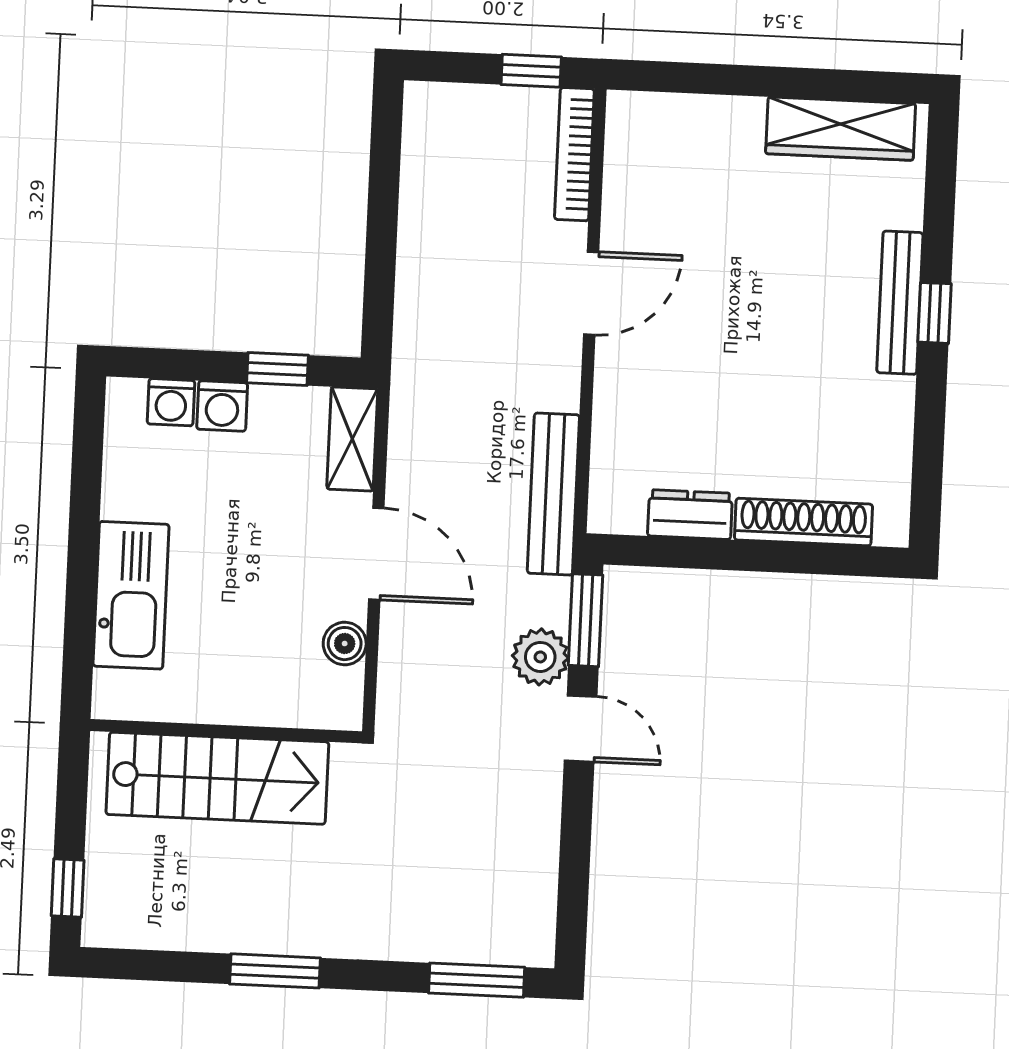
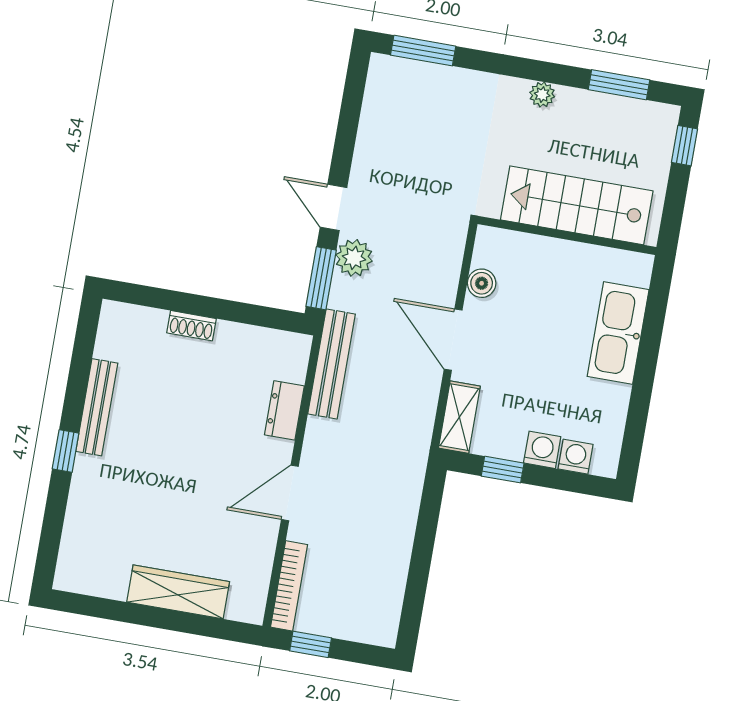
wardrobe: (841, 129) -> (178, 592), moved
bench: (900, 303) -> (97, 407), moved
dresser: (690, 515) -> (284, 410), moved, turned 90
shoe rack: (803, 522) -> (192, 326), width x0.51, depth x0.81
plant: (290, 937) -> (542, 95), added
window: (275, 971) -> (619, 85), moved

